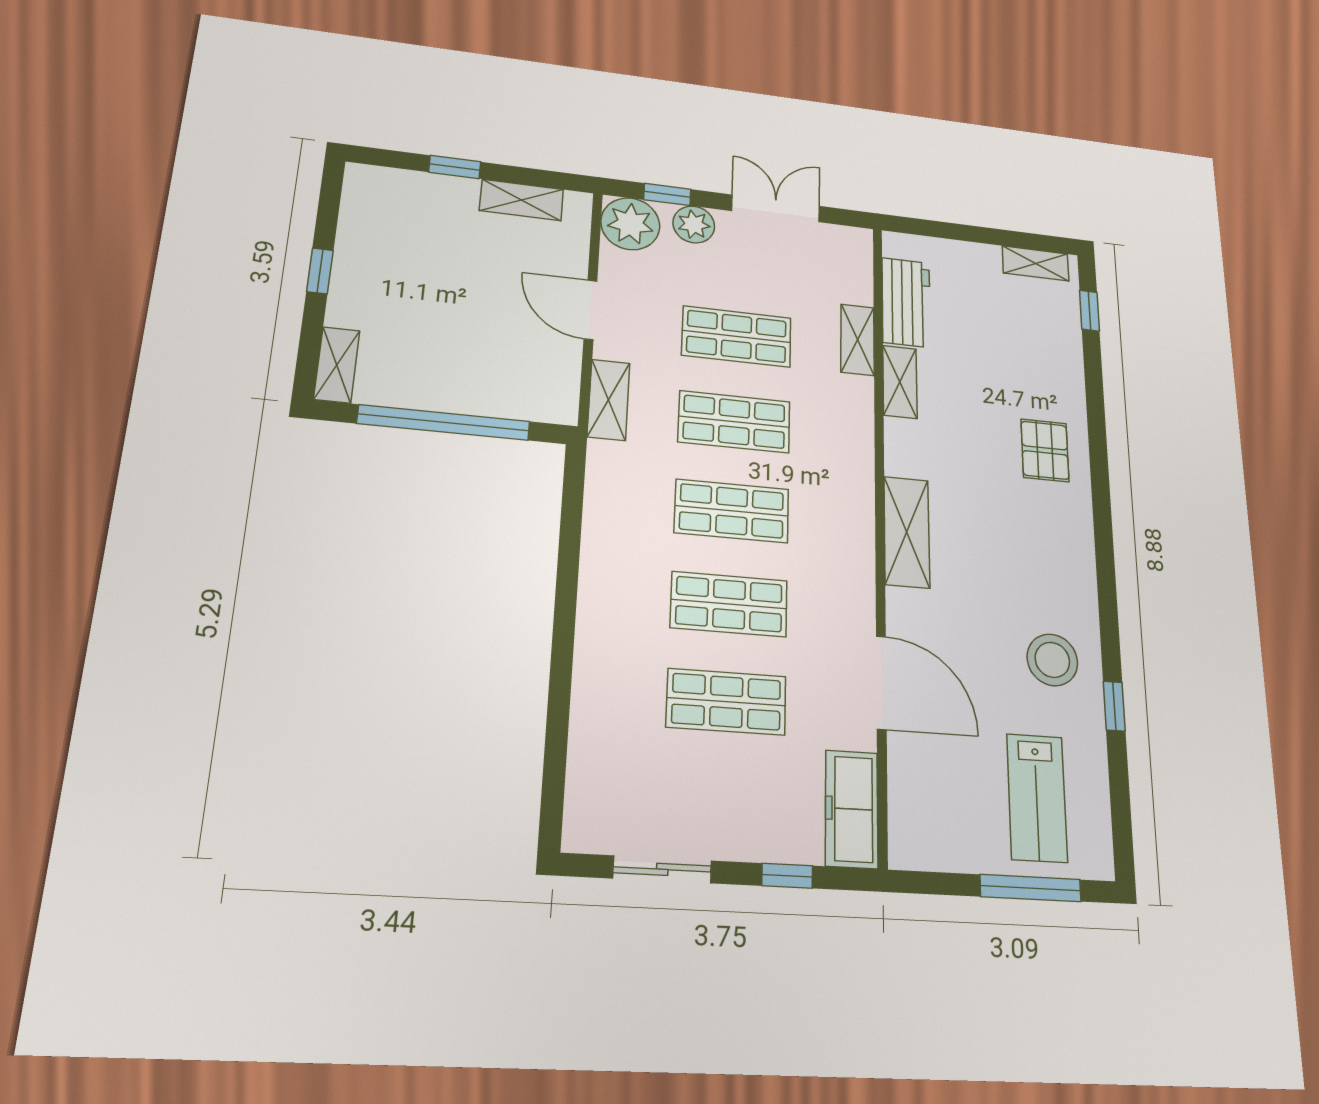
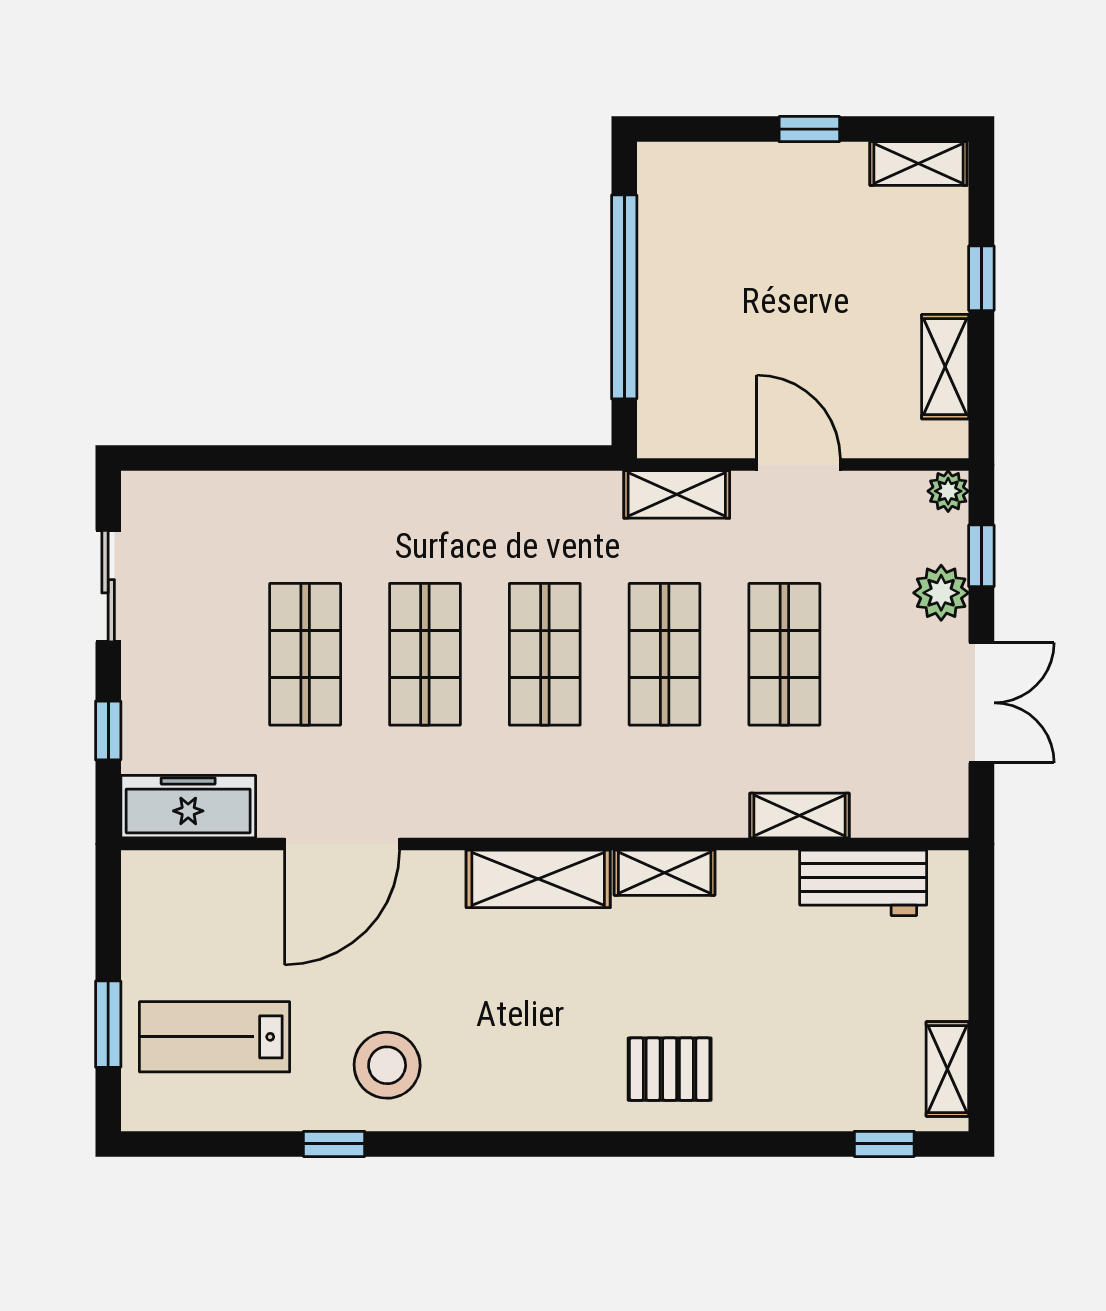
plant: (630, 224) -> (948, 491), width x0.53, depth x0.53
door: (590, 310) -> (799, 465), hinge flipped
shelving: (337, 365) -> (918, 164), moved
shelving: (900, 382) -> (665, 873), moved
window: (1031, 888) -> (108, 1024), width x0.69

